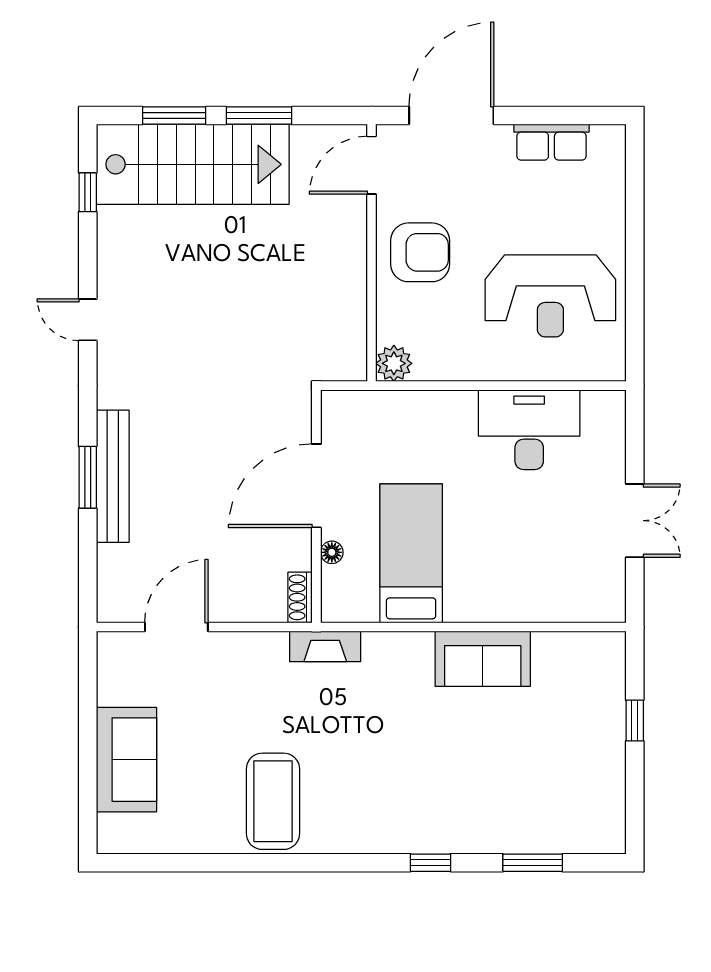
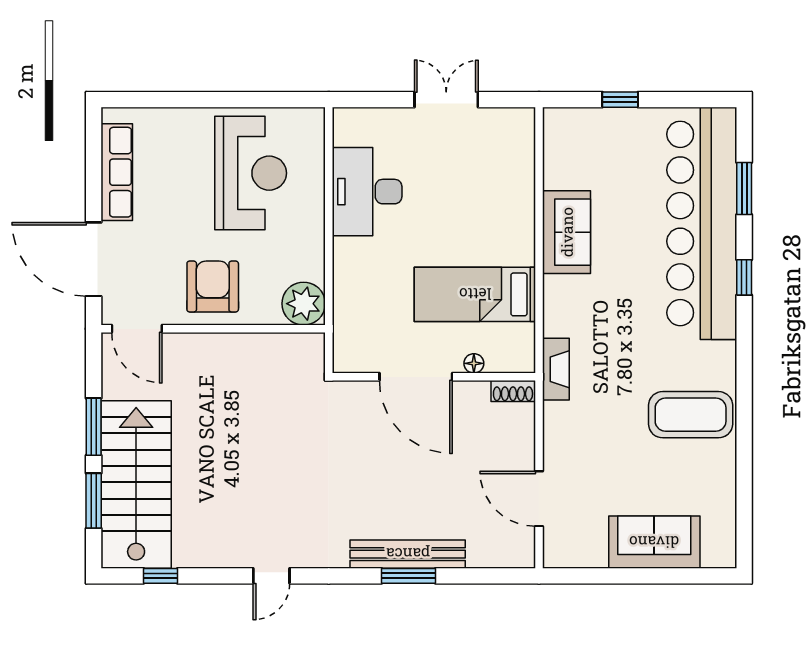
row of seats: (551, 142) -> (117, 172), width x1.48
plant: (394, 363) -> (304, 304), width x1.36, depth x1.36
bar counter: (493, 814) -> (702, 223), added

